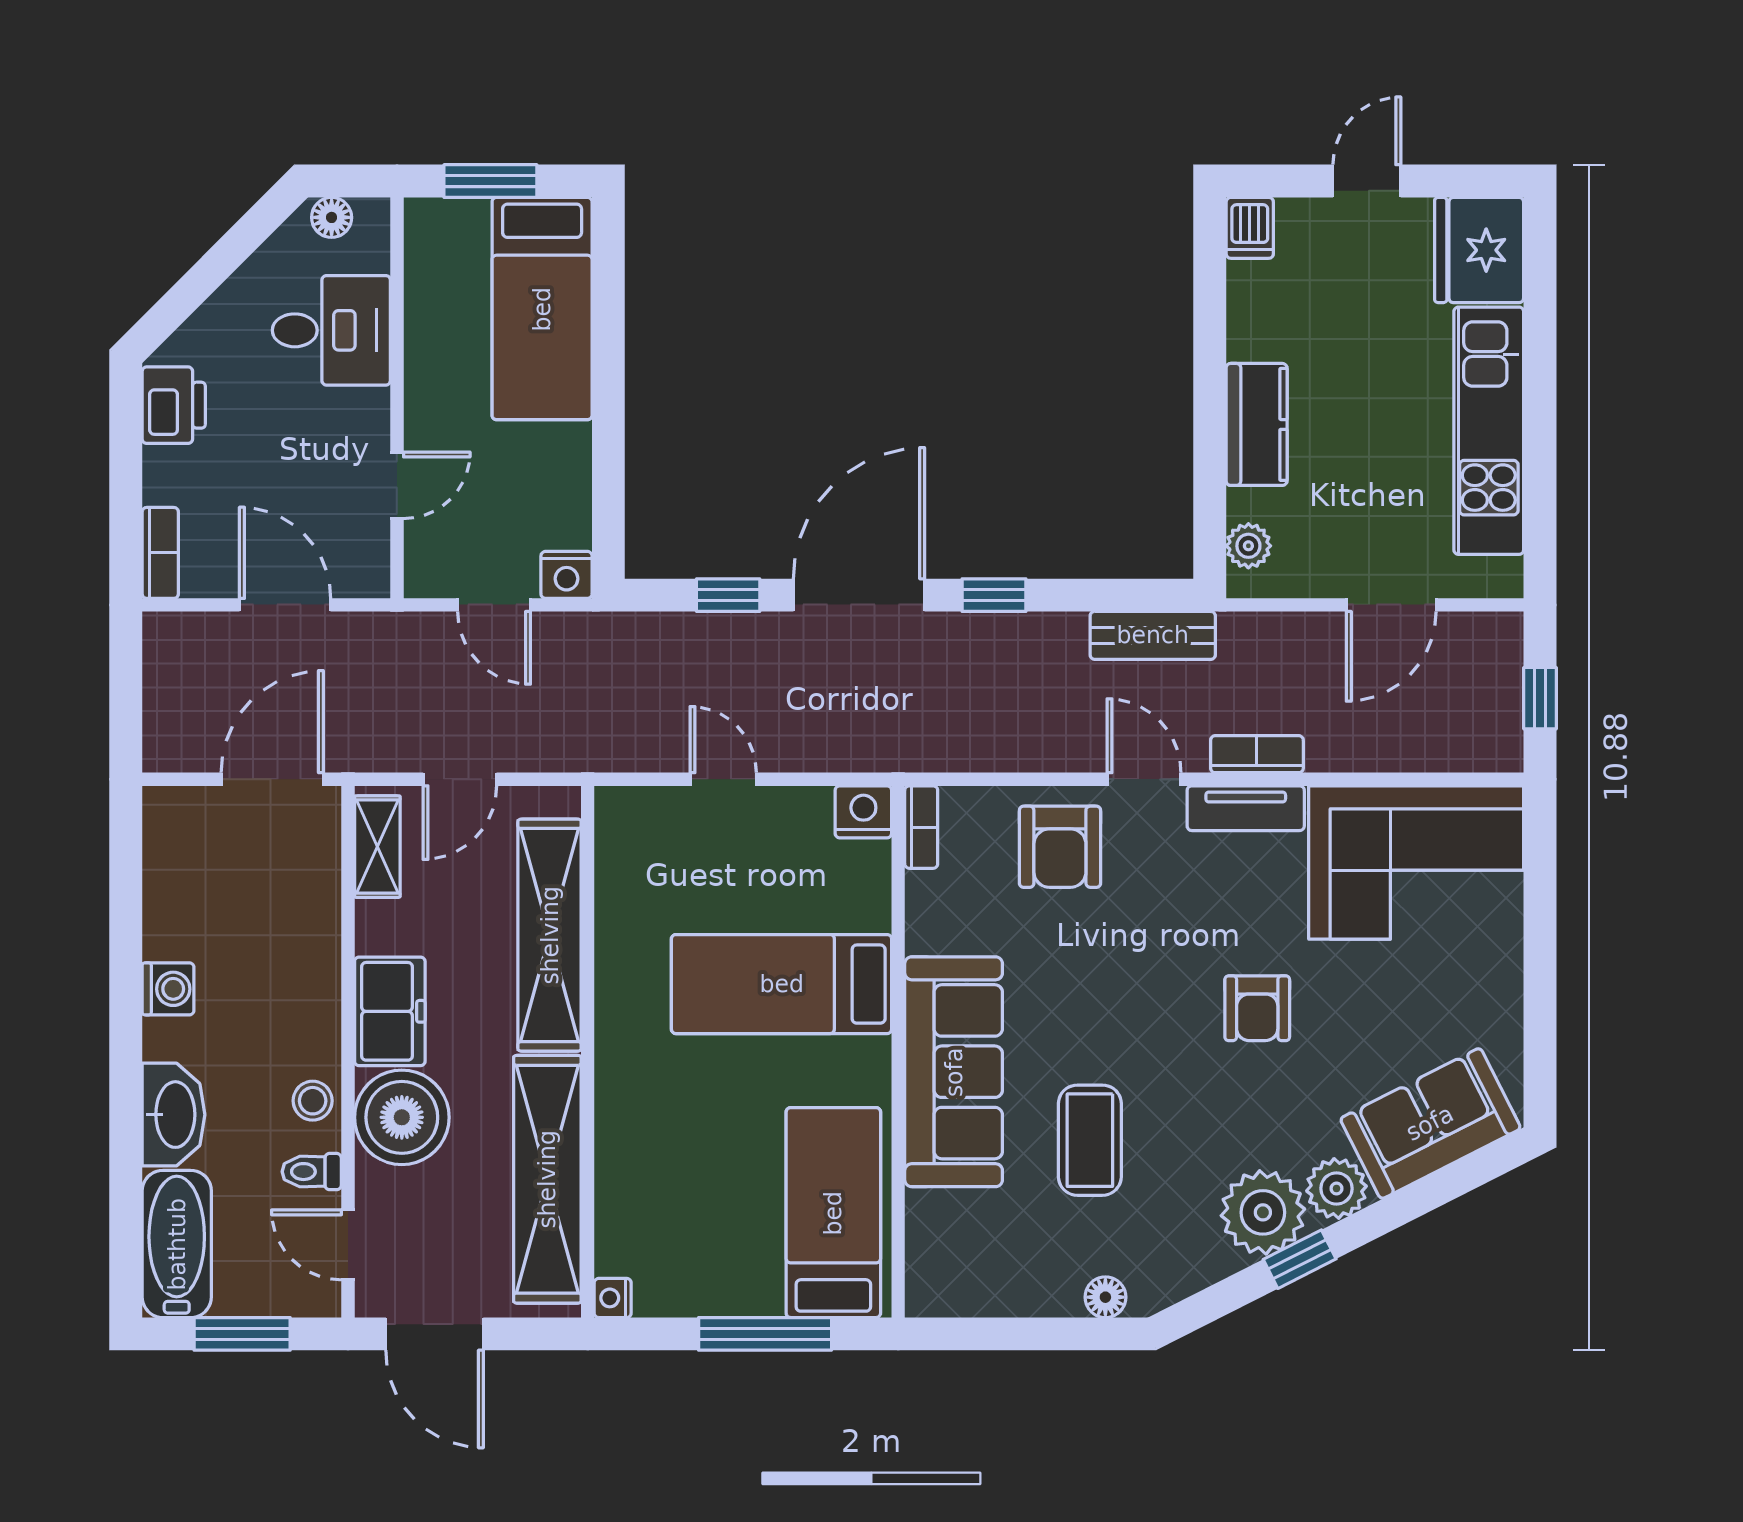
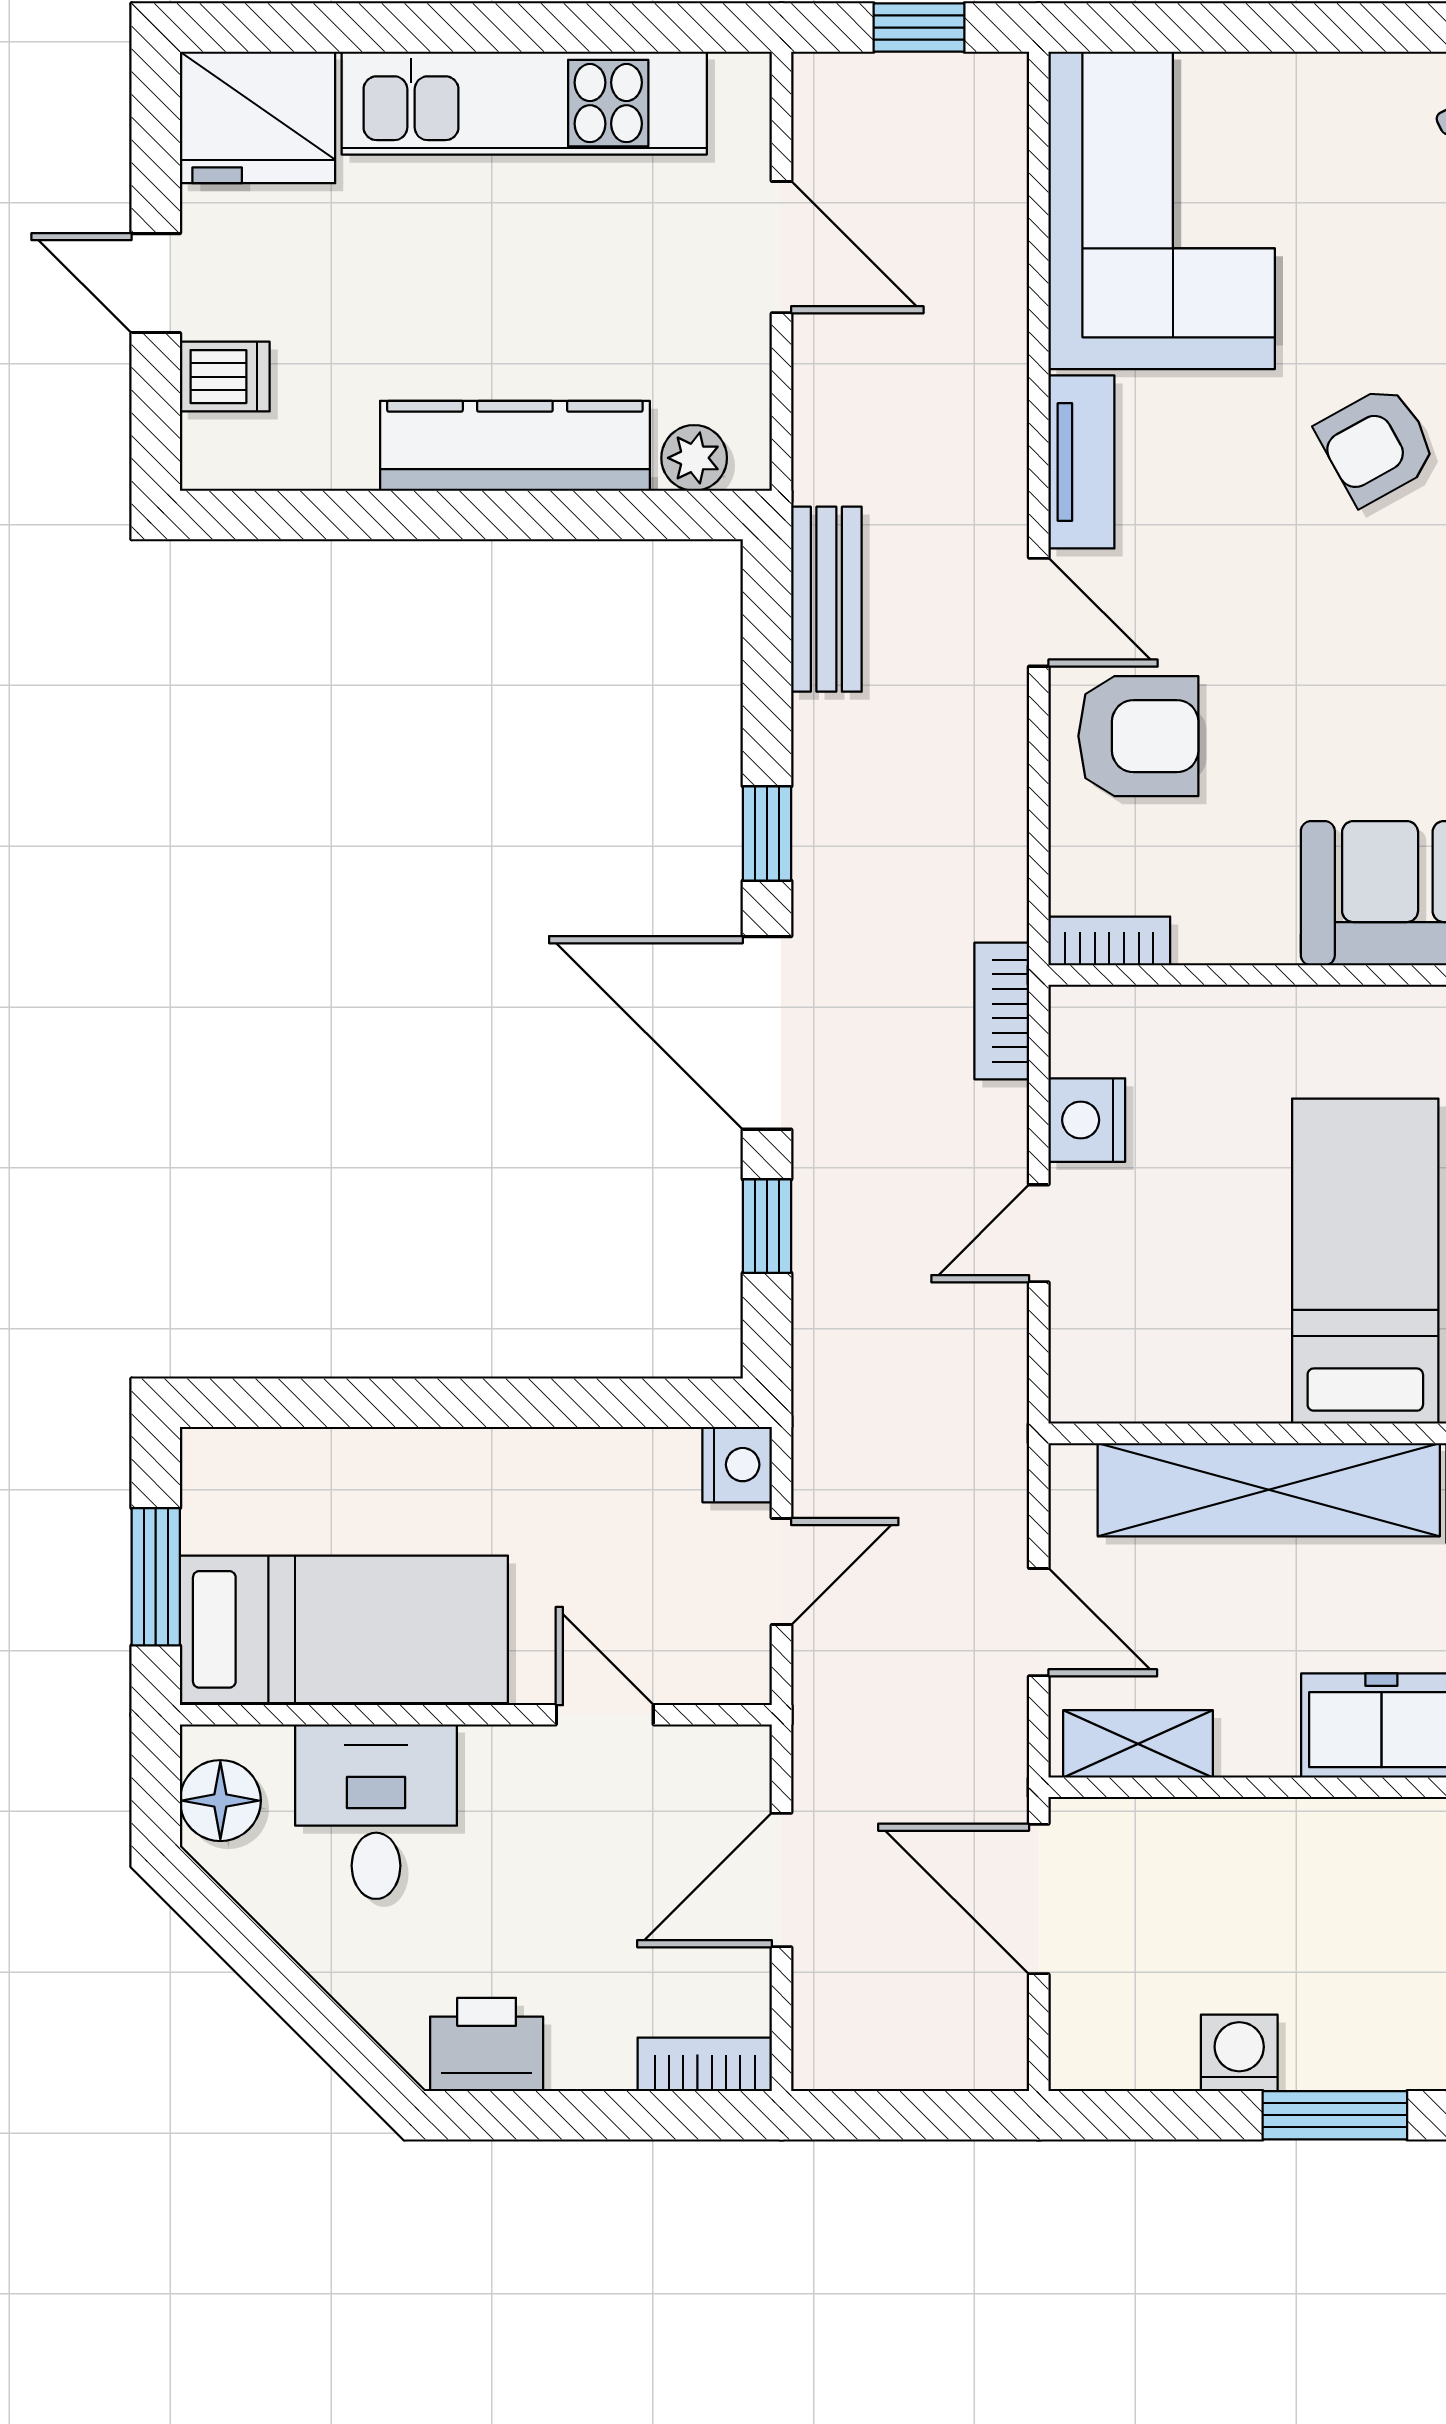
floor lamp: (332, 217) -> (220, 1801), width x1.37, depth x1.37
dishwasher: (1250, 228) -> (225, 377), moved
bed: (542, 309) -> (344, 1629), moved
kitchen counter: (1257, 424) -> (515, 446), width x1.50
bookcase: (1257, 754) -> (1002, 1011), moved
door: (1144, 779) -> (1039, 612), swing flipped
nightstand: (863, 812) -> (1087, 1120), moved
window: (126, 980) -> (1335, 2115), added
bed: (782, 984) -> (1365, 1261), moved, turned 180
washing machine: (168, 989) -> (1239, 2053), moved
armchair: (1257, 1008) -> (1377, 445), turned 151

